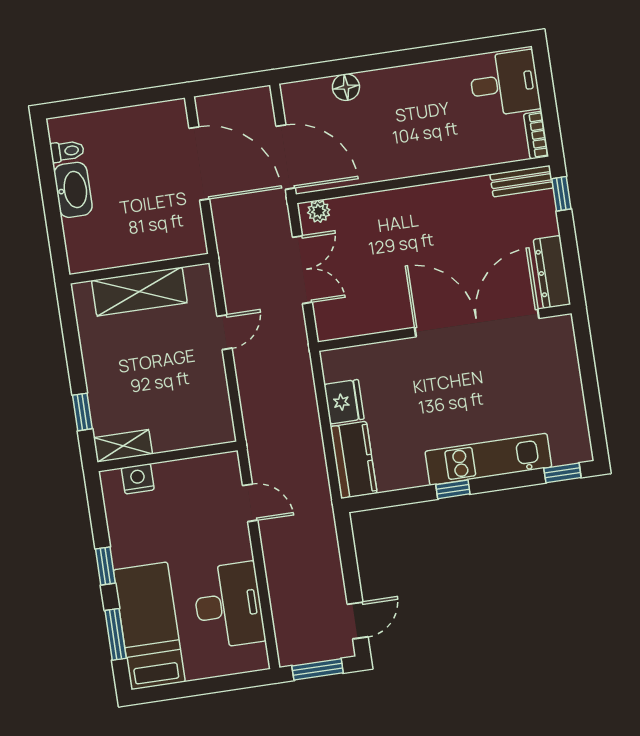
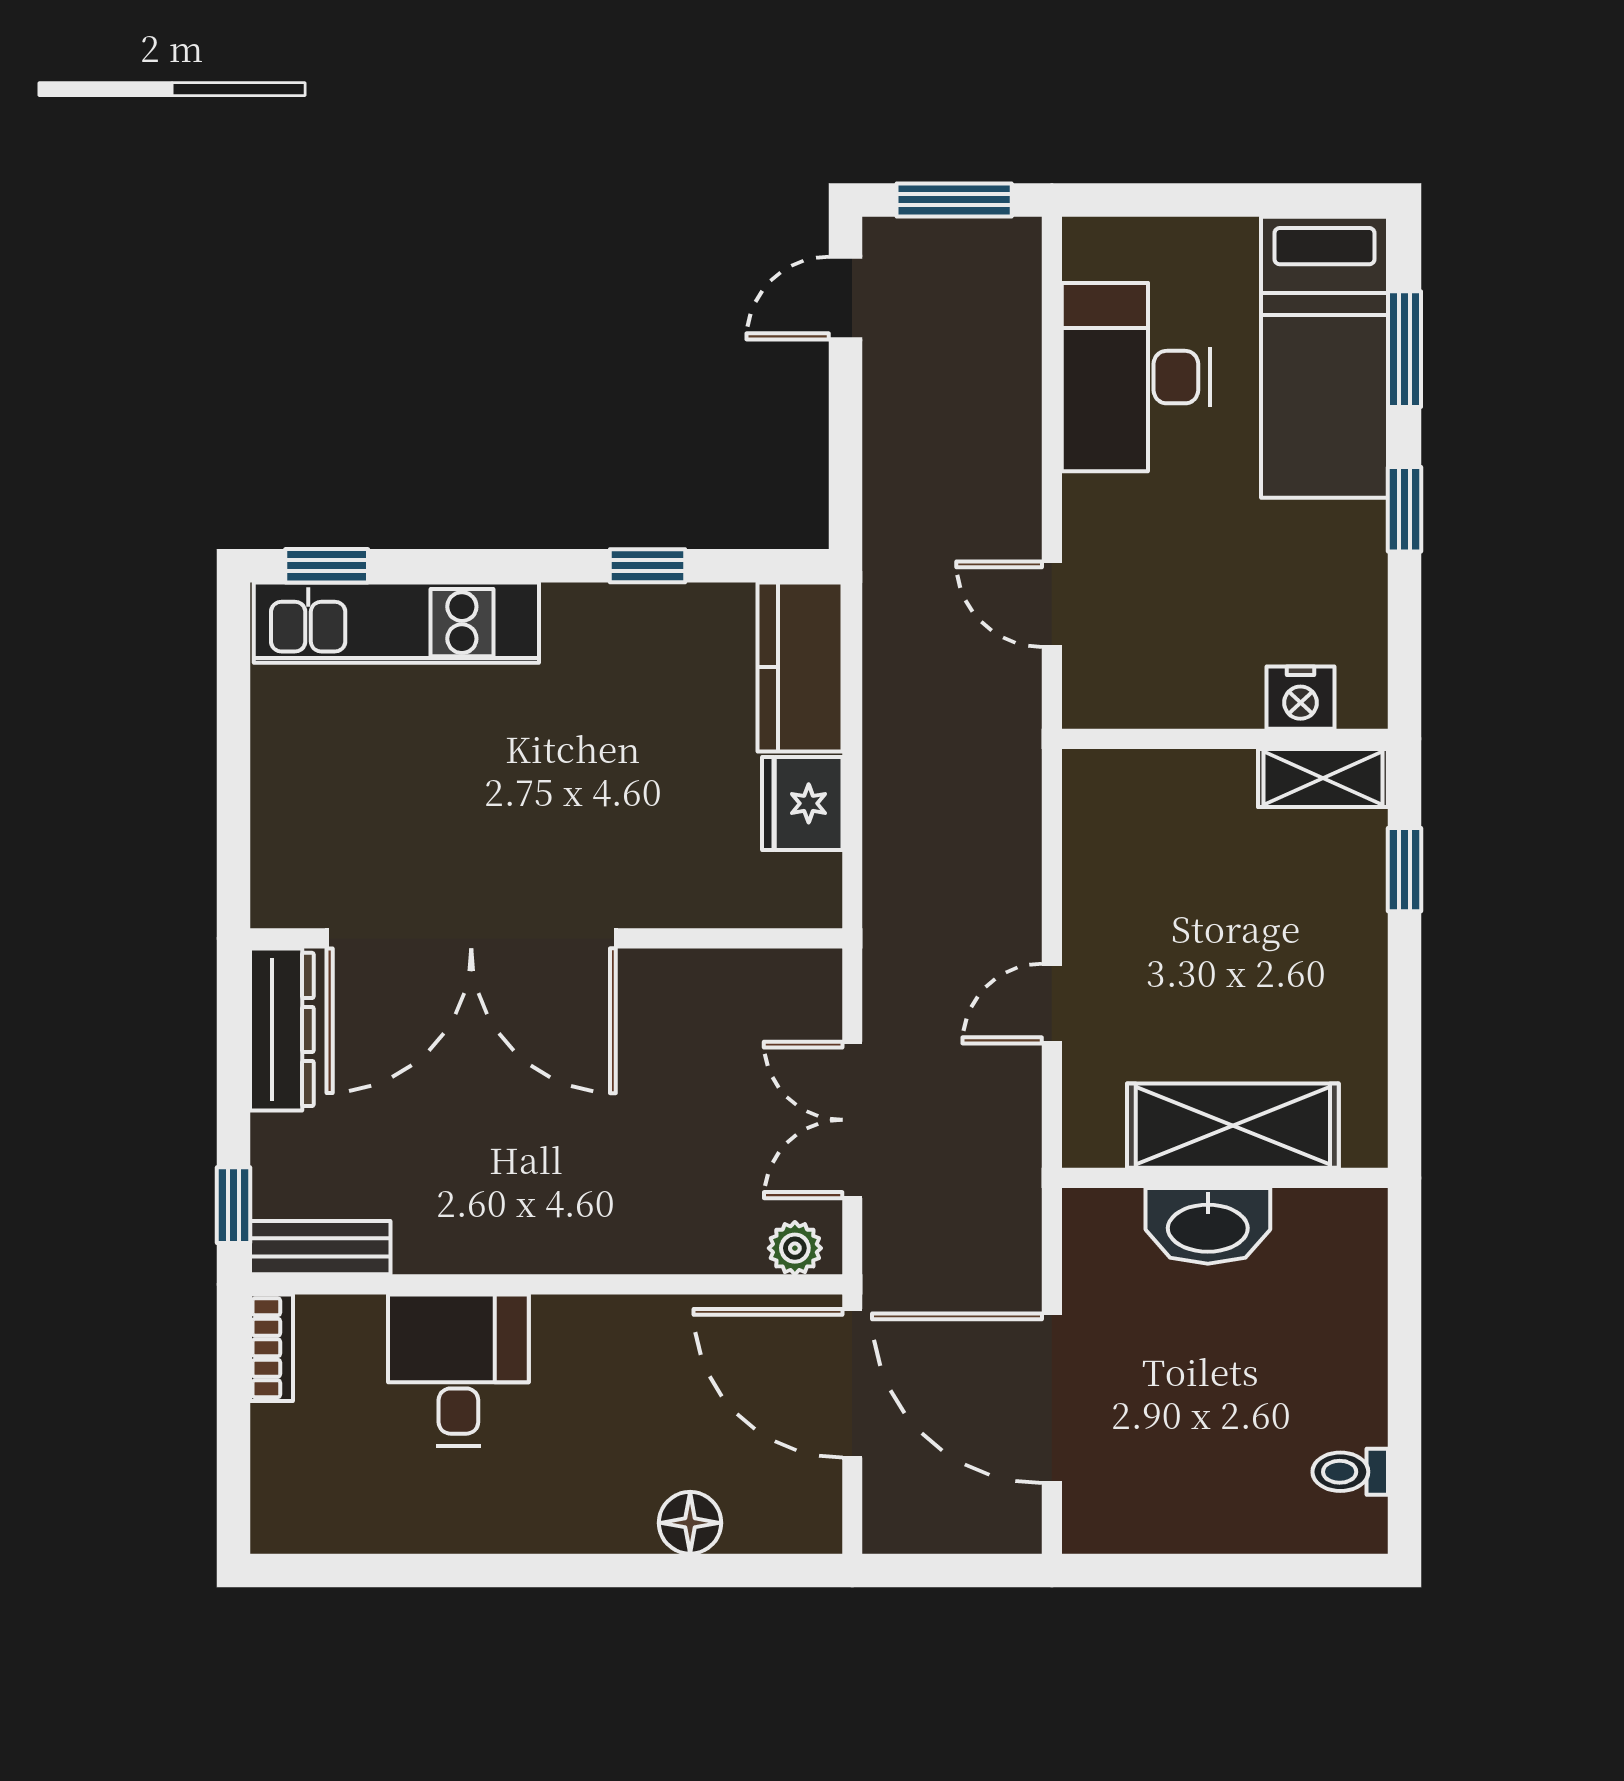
desk: (505, 84) -> (458, 1370), moved, turned 90
washbasin: (73, 190) -> (1208, 1226), moved, turned -90
kitchen unit: (488, 459) -> (396, 623), moved
window: (453, 489) -> (648, 566), moved

